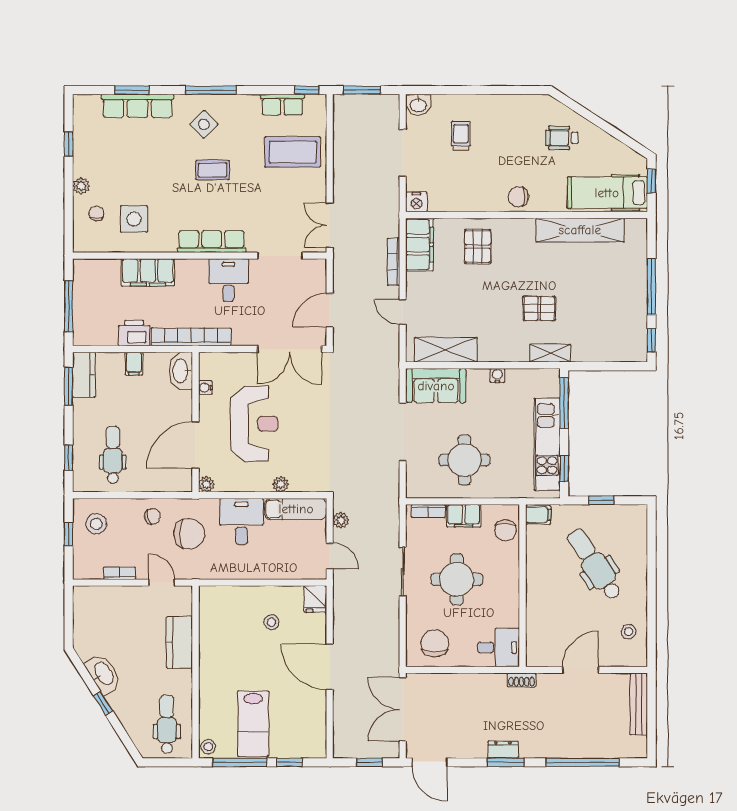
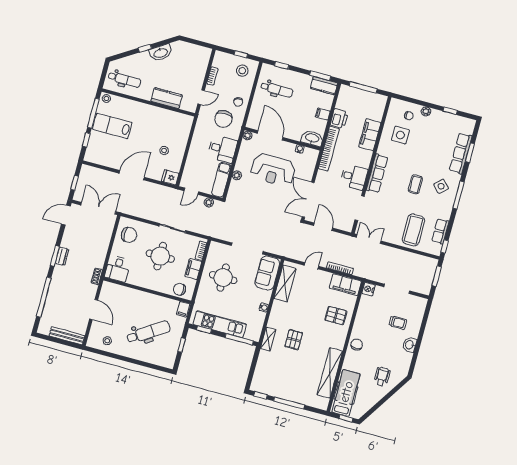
washbasin: (418, 105) -> (410, 345), moved

